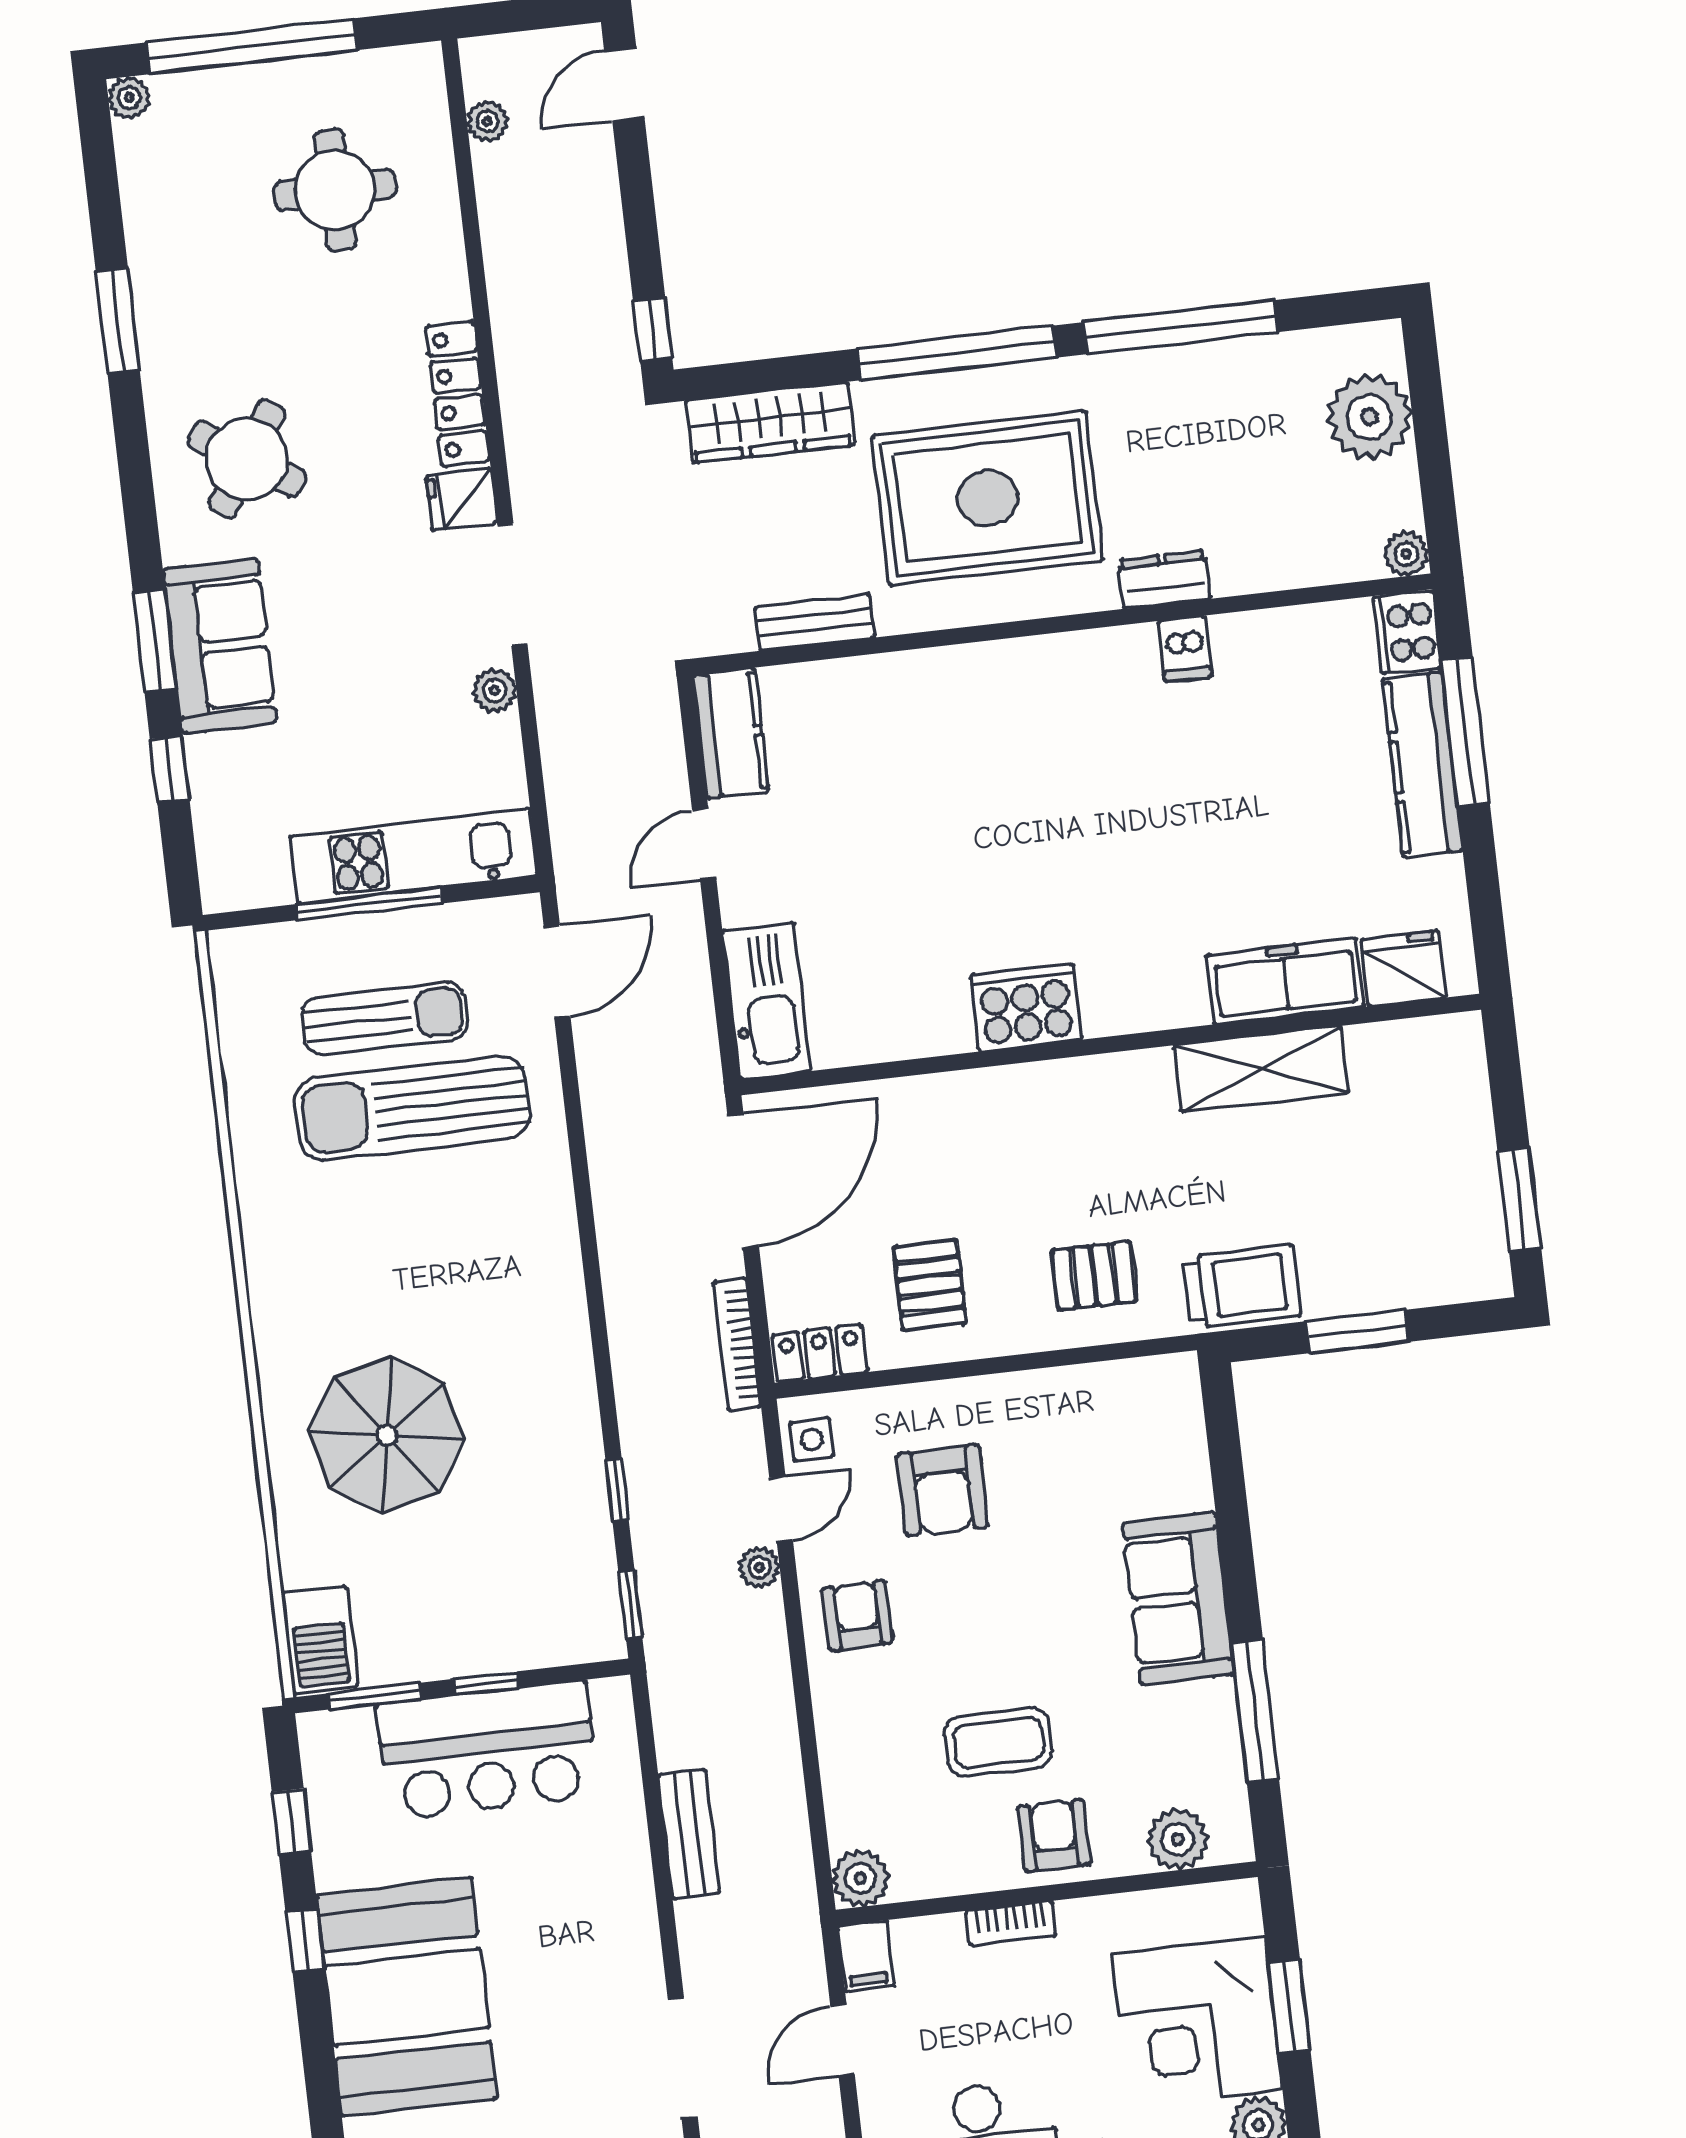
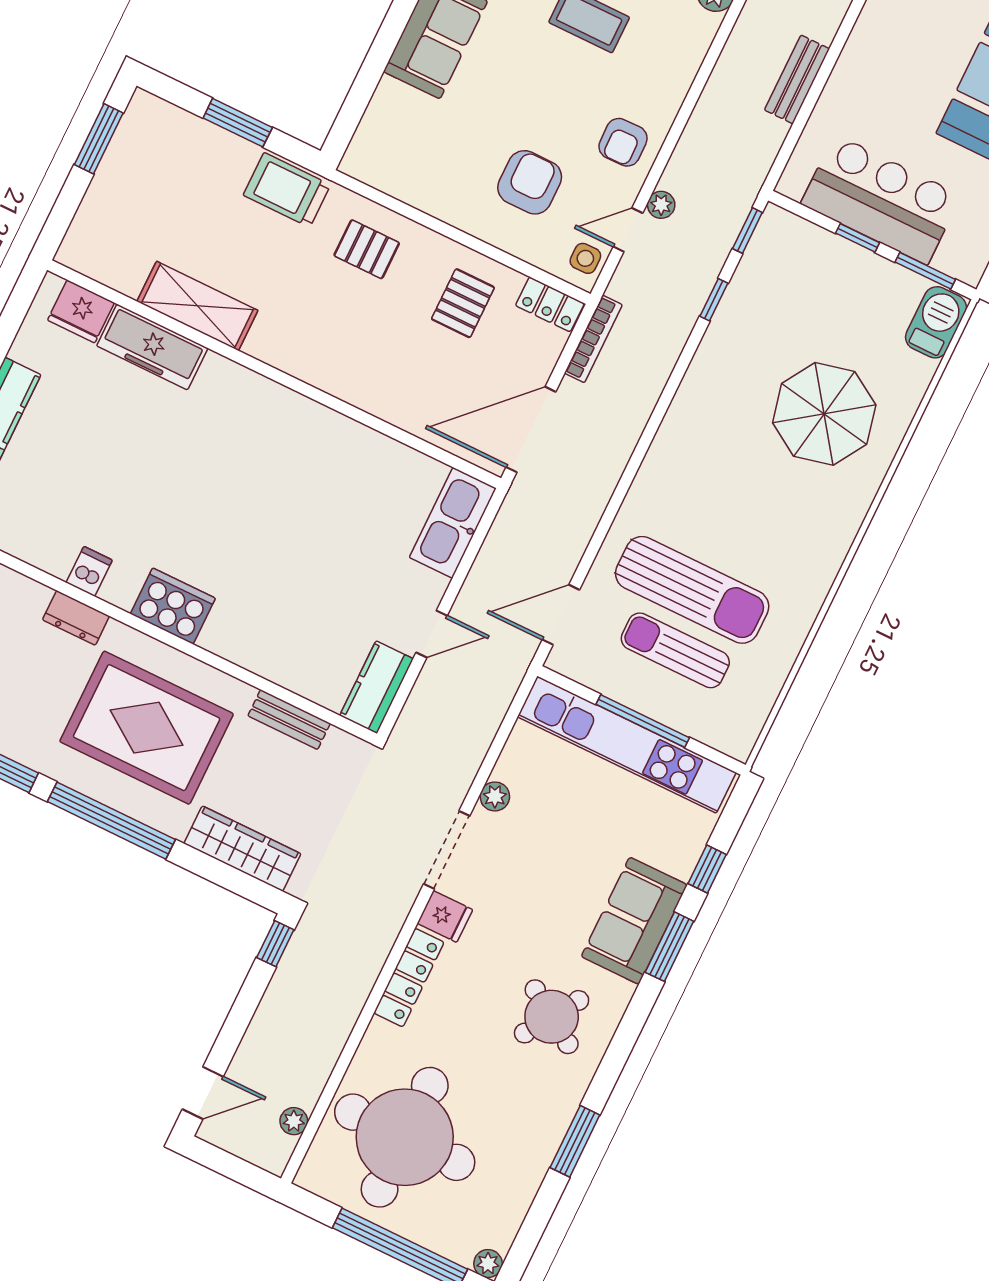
round table: (335, 190) -> (405, 1137), width x1.86, depth x1.86
kitchen unit: (414, 856) -> (627, 745), width x1.36
cooker: (1026, 1008) -> (173, 606), moved, turned 180

